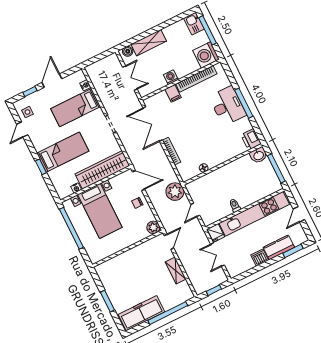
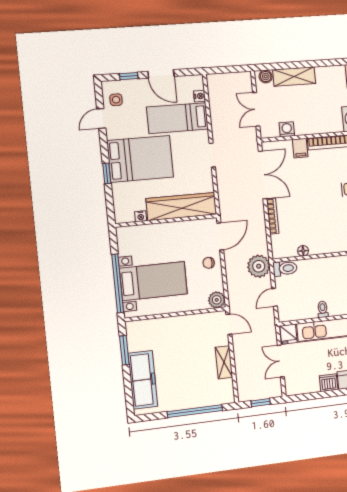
washing machine: (171, 77) -> (287, 129), moved
double door: (130, 78) -> (256, 109), swing flipped
door: (52, 81) -> (161, 74), swing flipped
double door: (153, 124) -> (263, 175), swing flipped
bed: (63, 152) -> (140, 159), width x1.50
door: (139, 181) -> (220, 236), hinge flipped
toilet: (195, 186) -> (285, 268), added
bed with nightstands: (100, 211) -> (153, 281), moved, turned -90
window: (71, 228) -> (118, 283), moved
door: (169, 242) -> (229, 324), hinge flipped
window: (107, 301) -> (124, 350), moved
freezer: (141, 313) -> (143, 380), moved, turned 90

